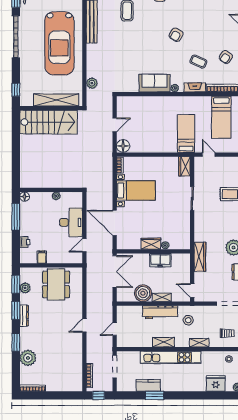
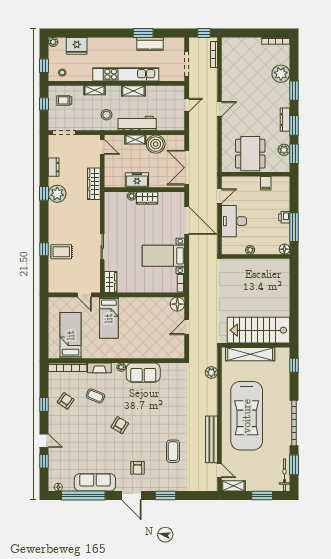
car: (59, 43) -> (247, 416), turned 180
printer: (25, 242) -> (284, 217), moved

